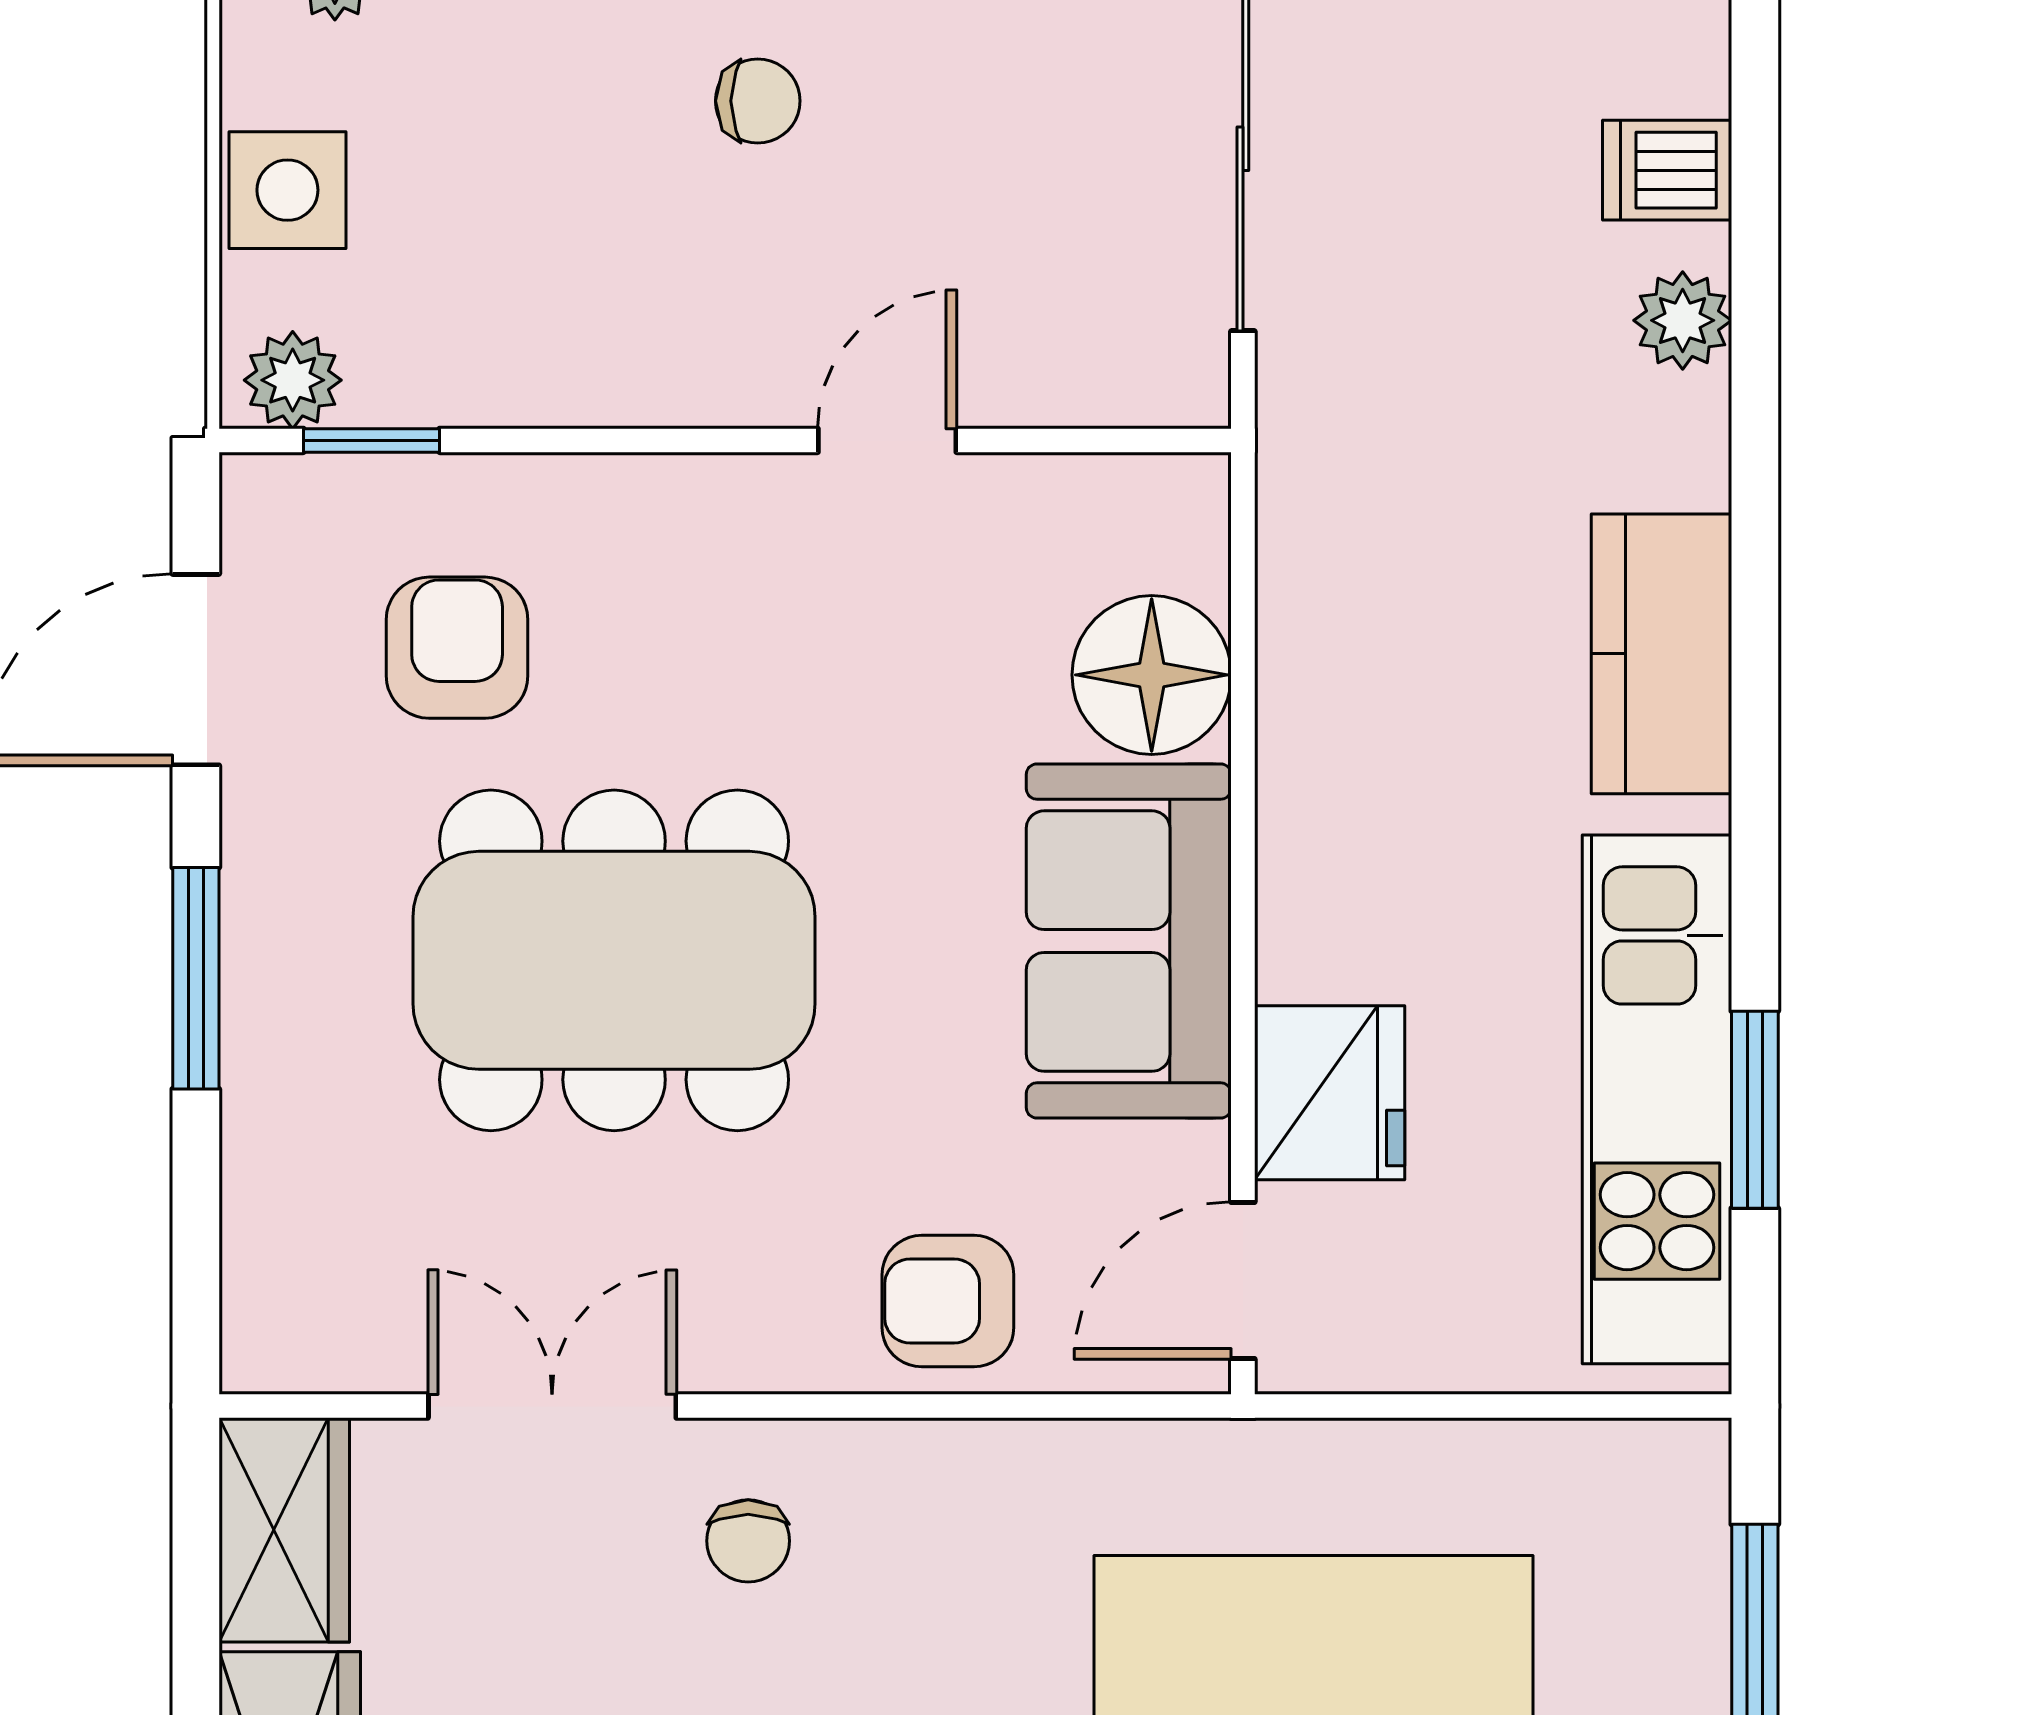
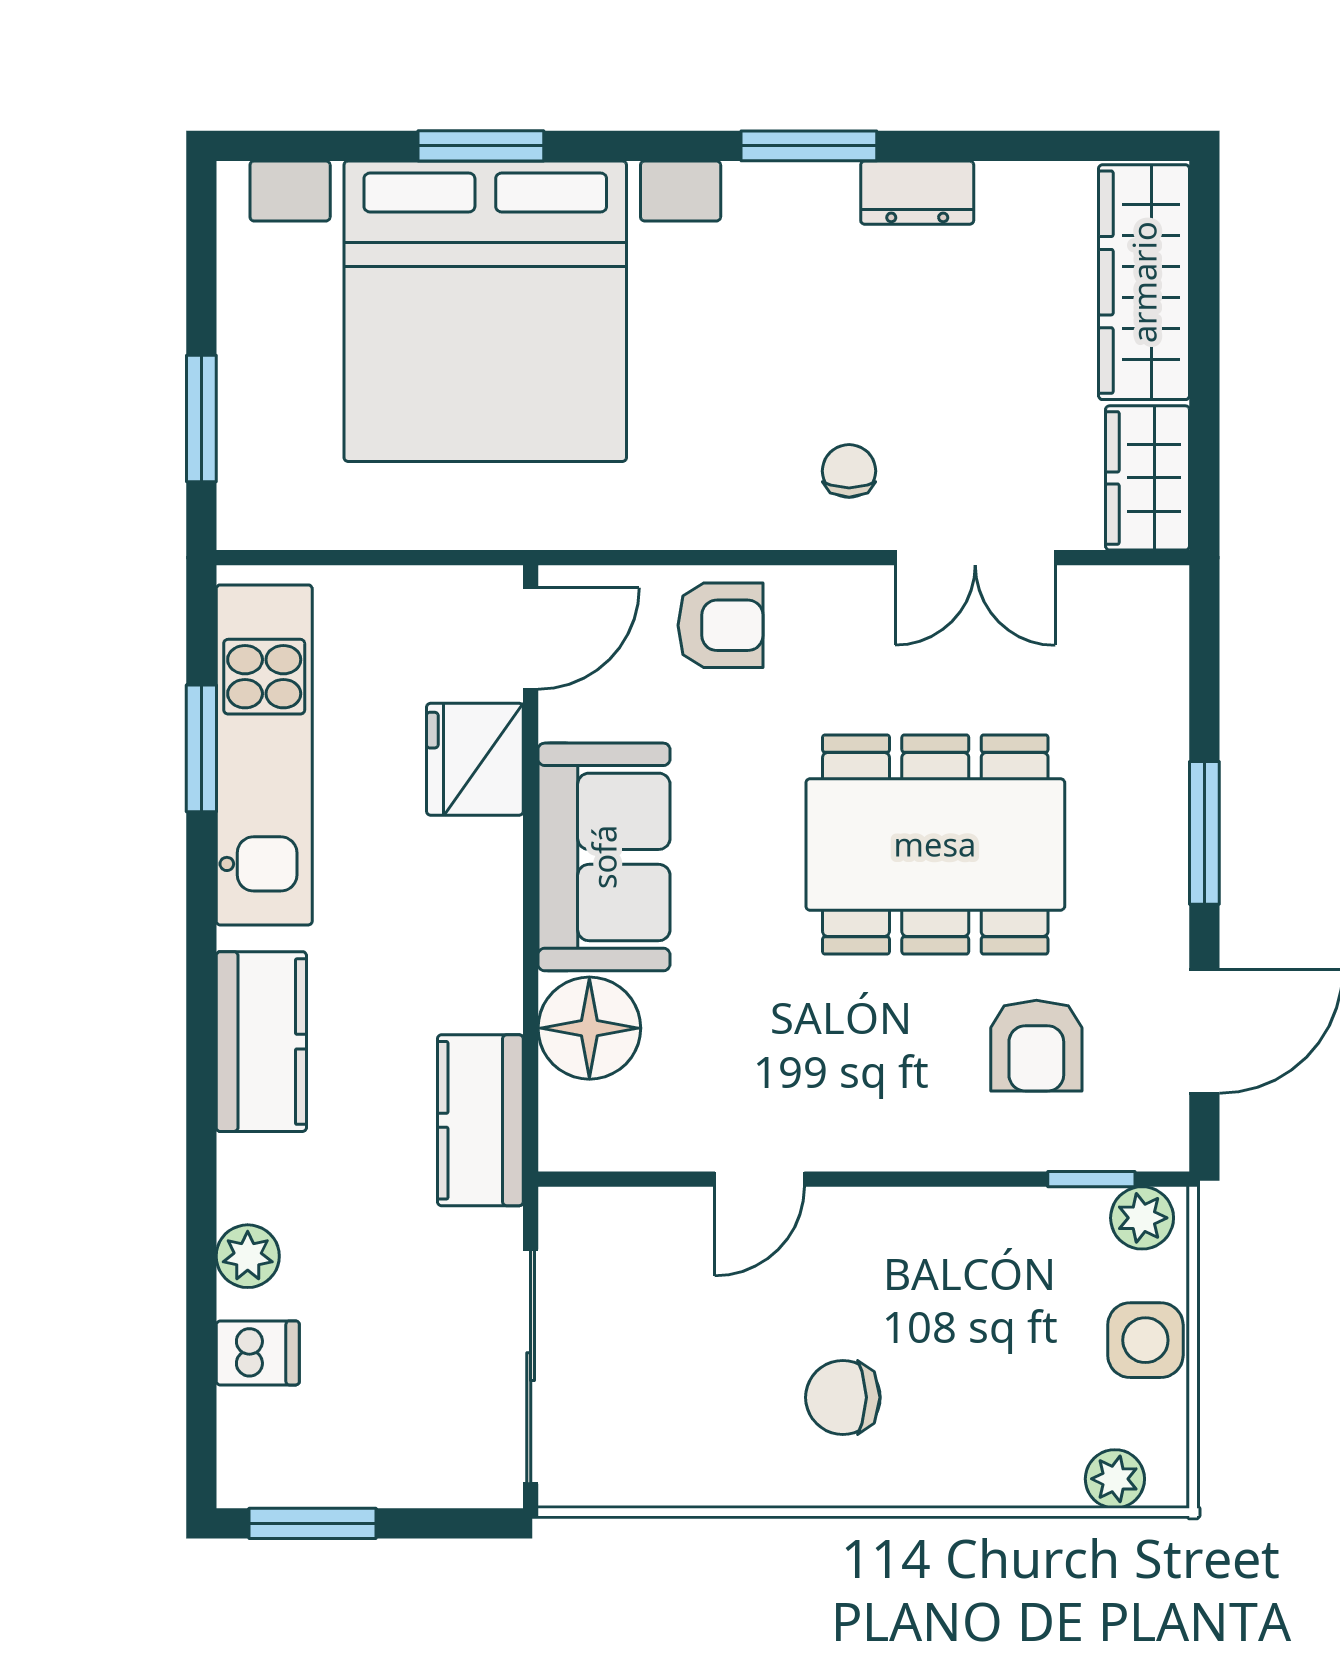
chair: (758, 101) -> (843, 1397), width x1.37, depth x1.37
kitchen counter: (1321, 532) -> (480, 1120), added

